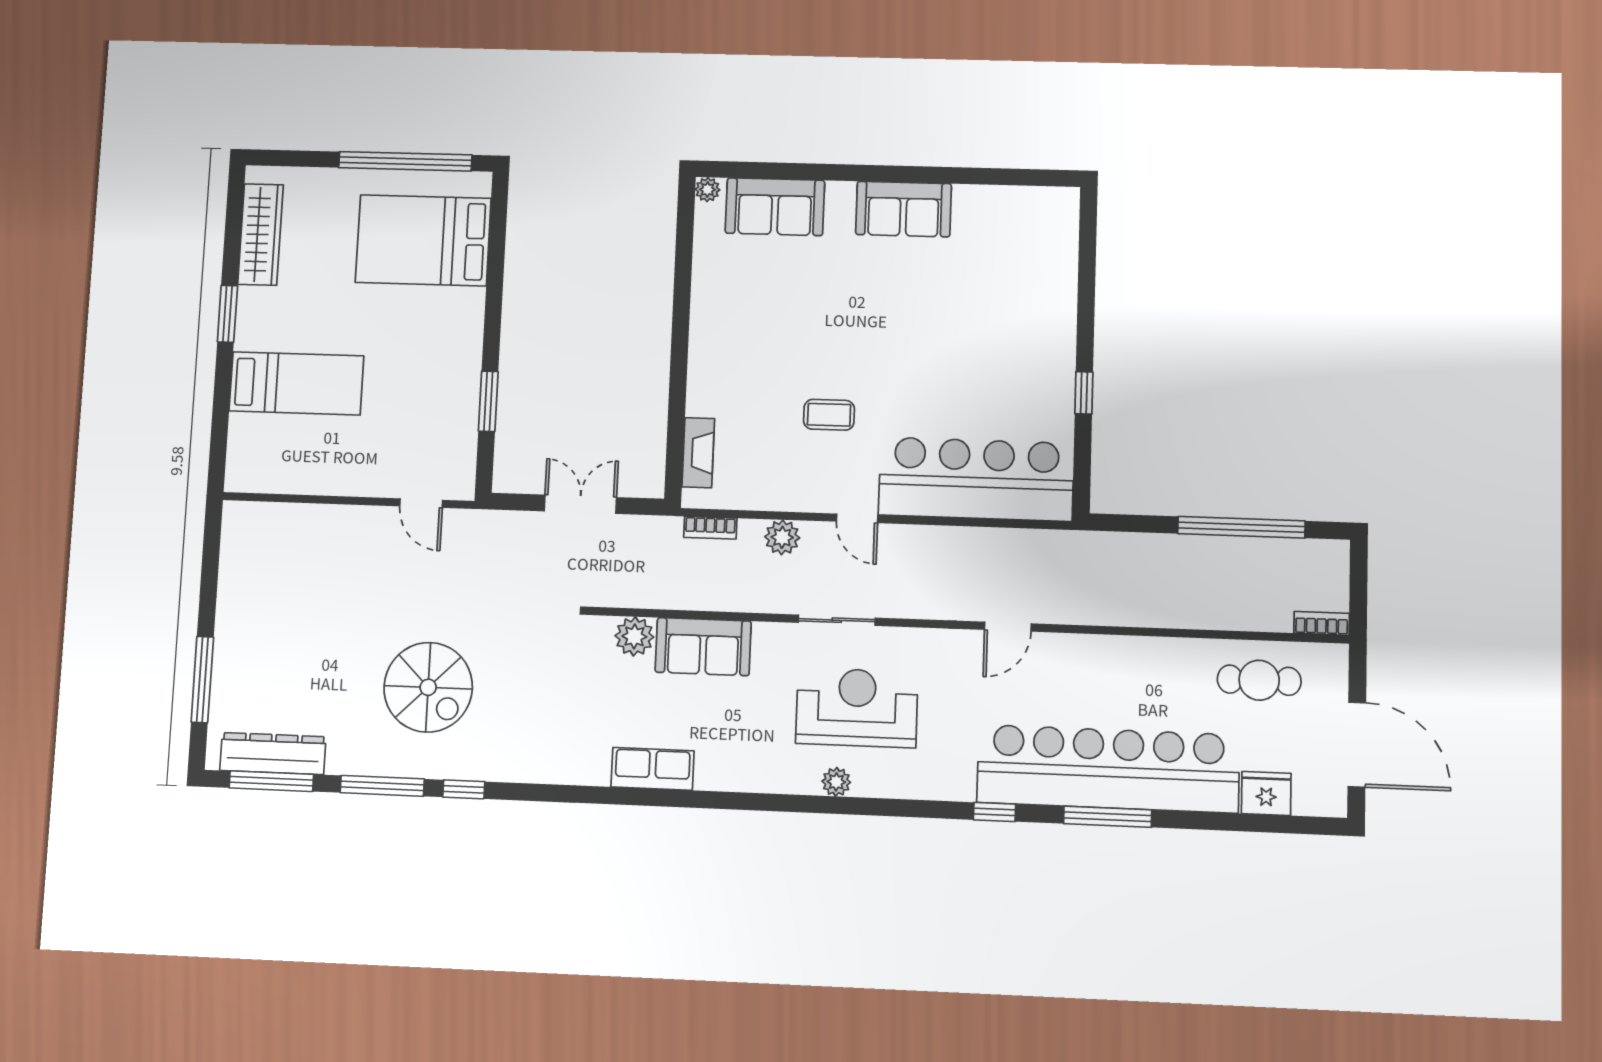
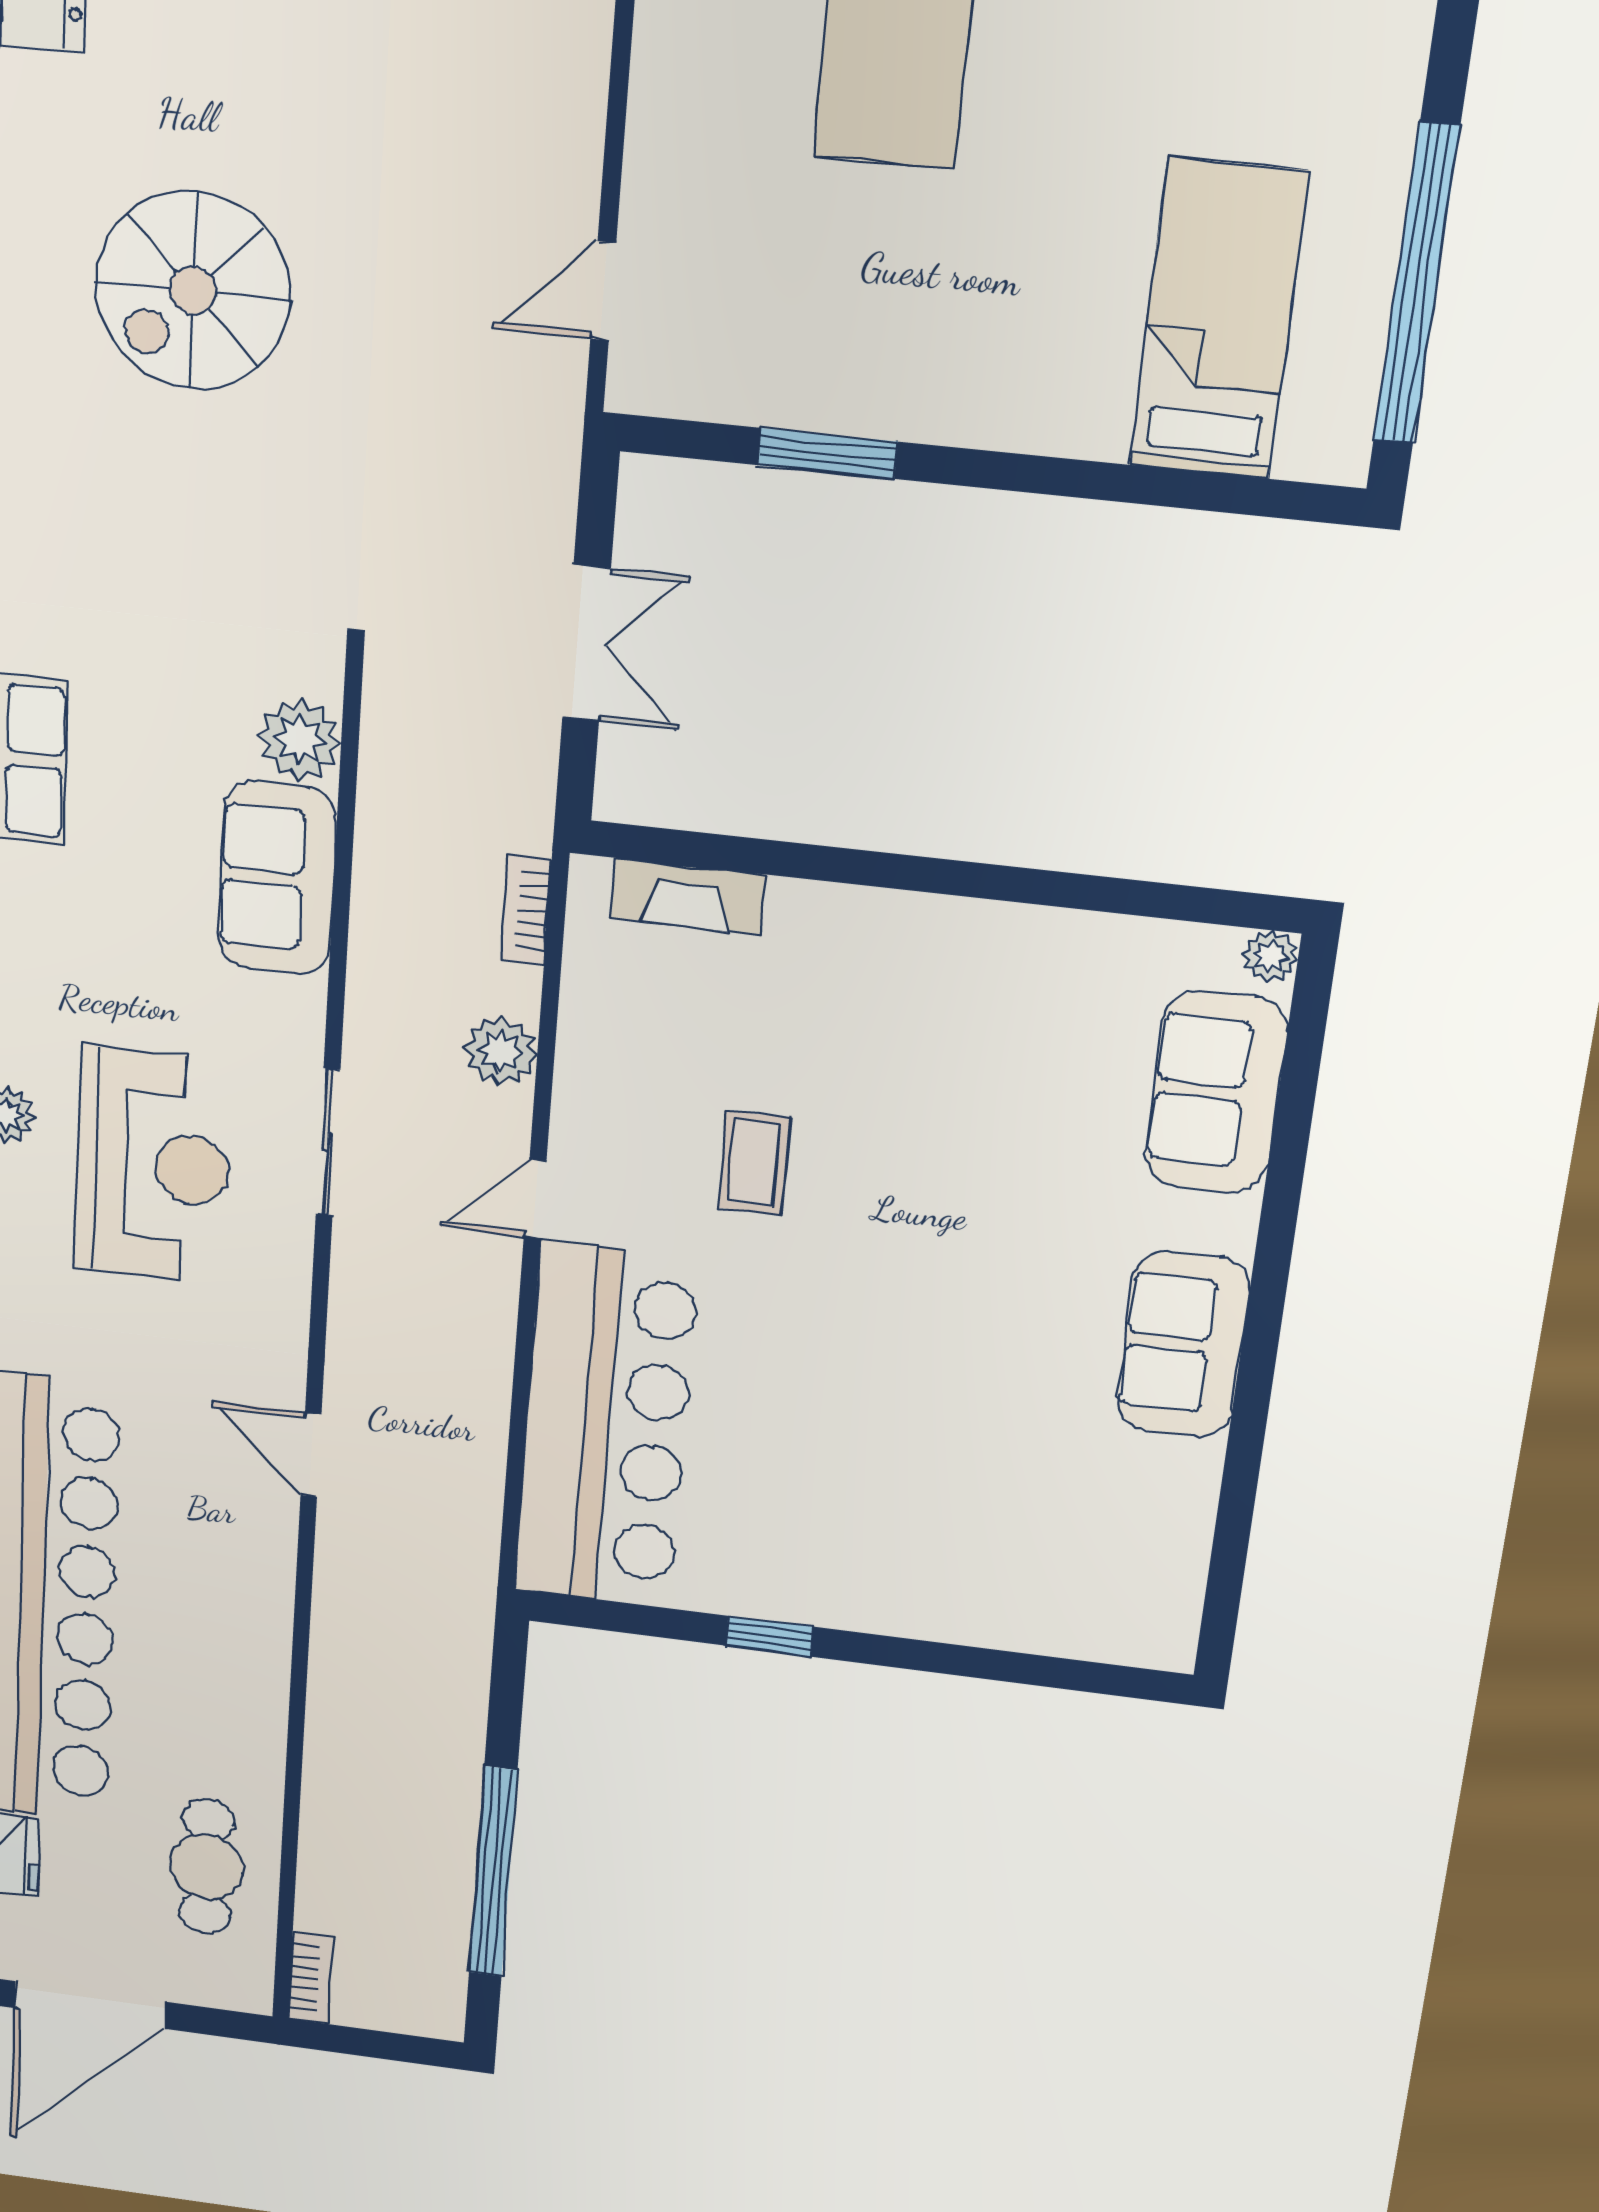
bed: (423, 240) -> (1219, 320), width x0.67

